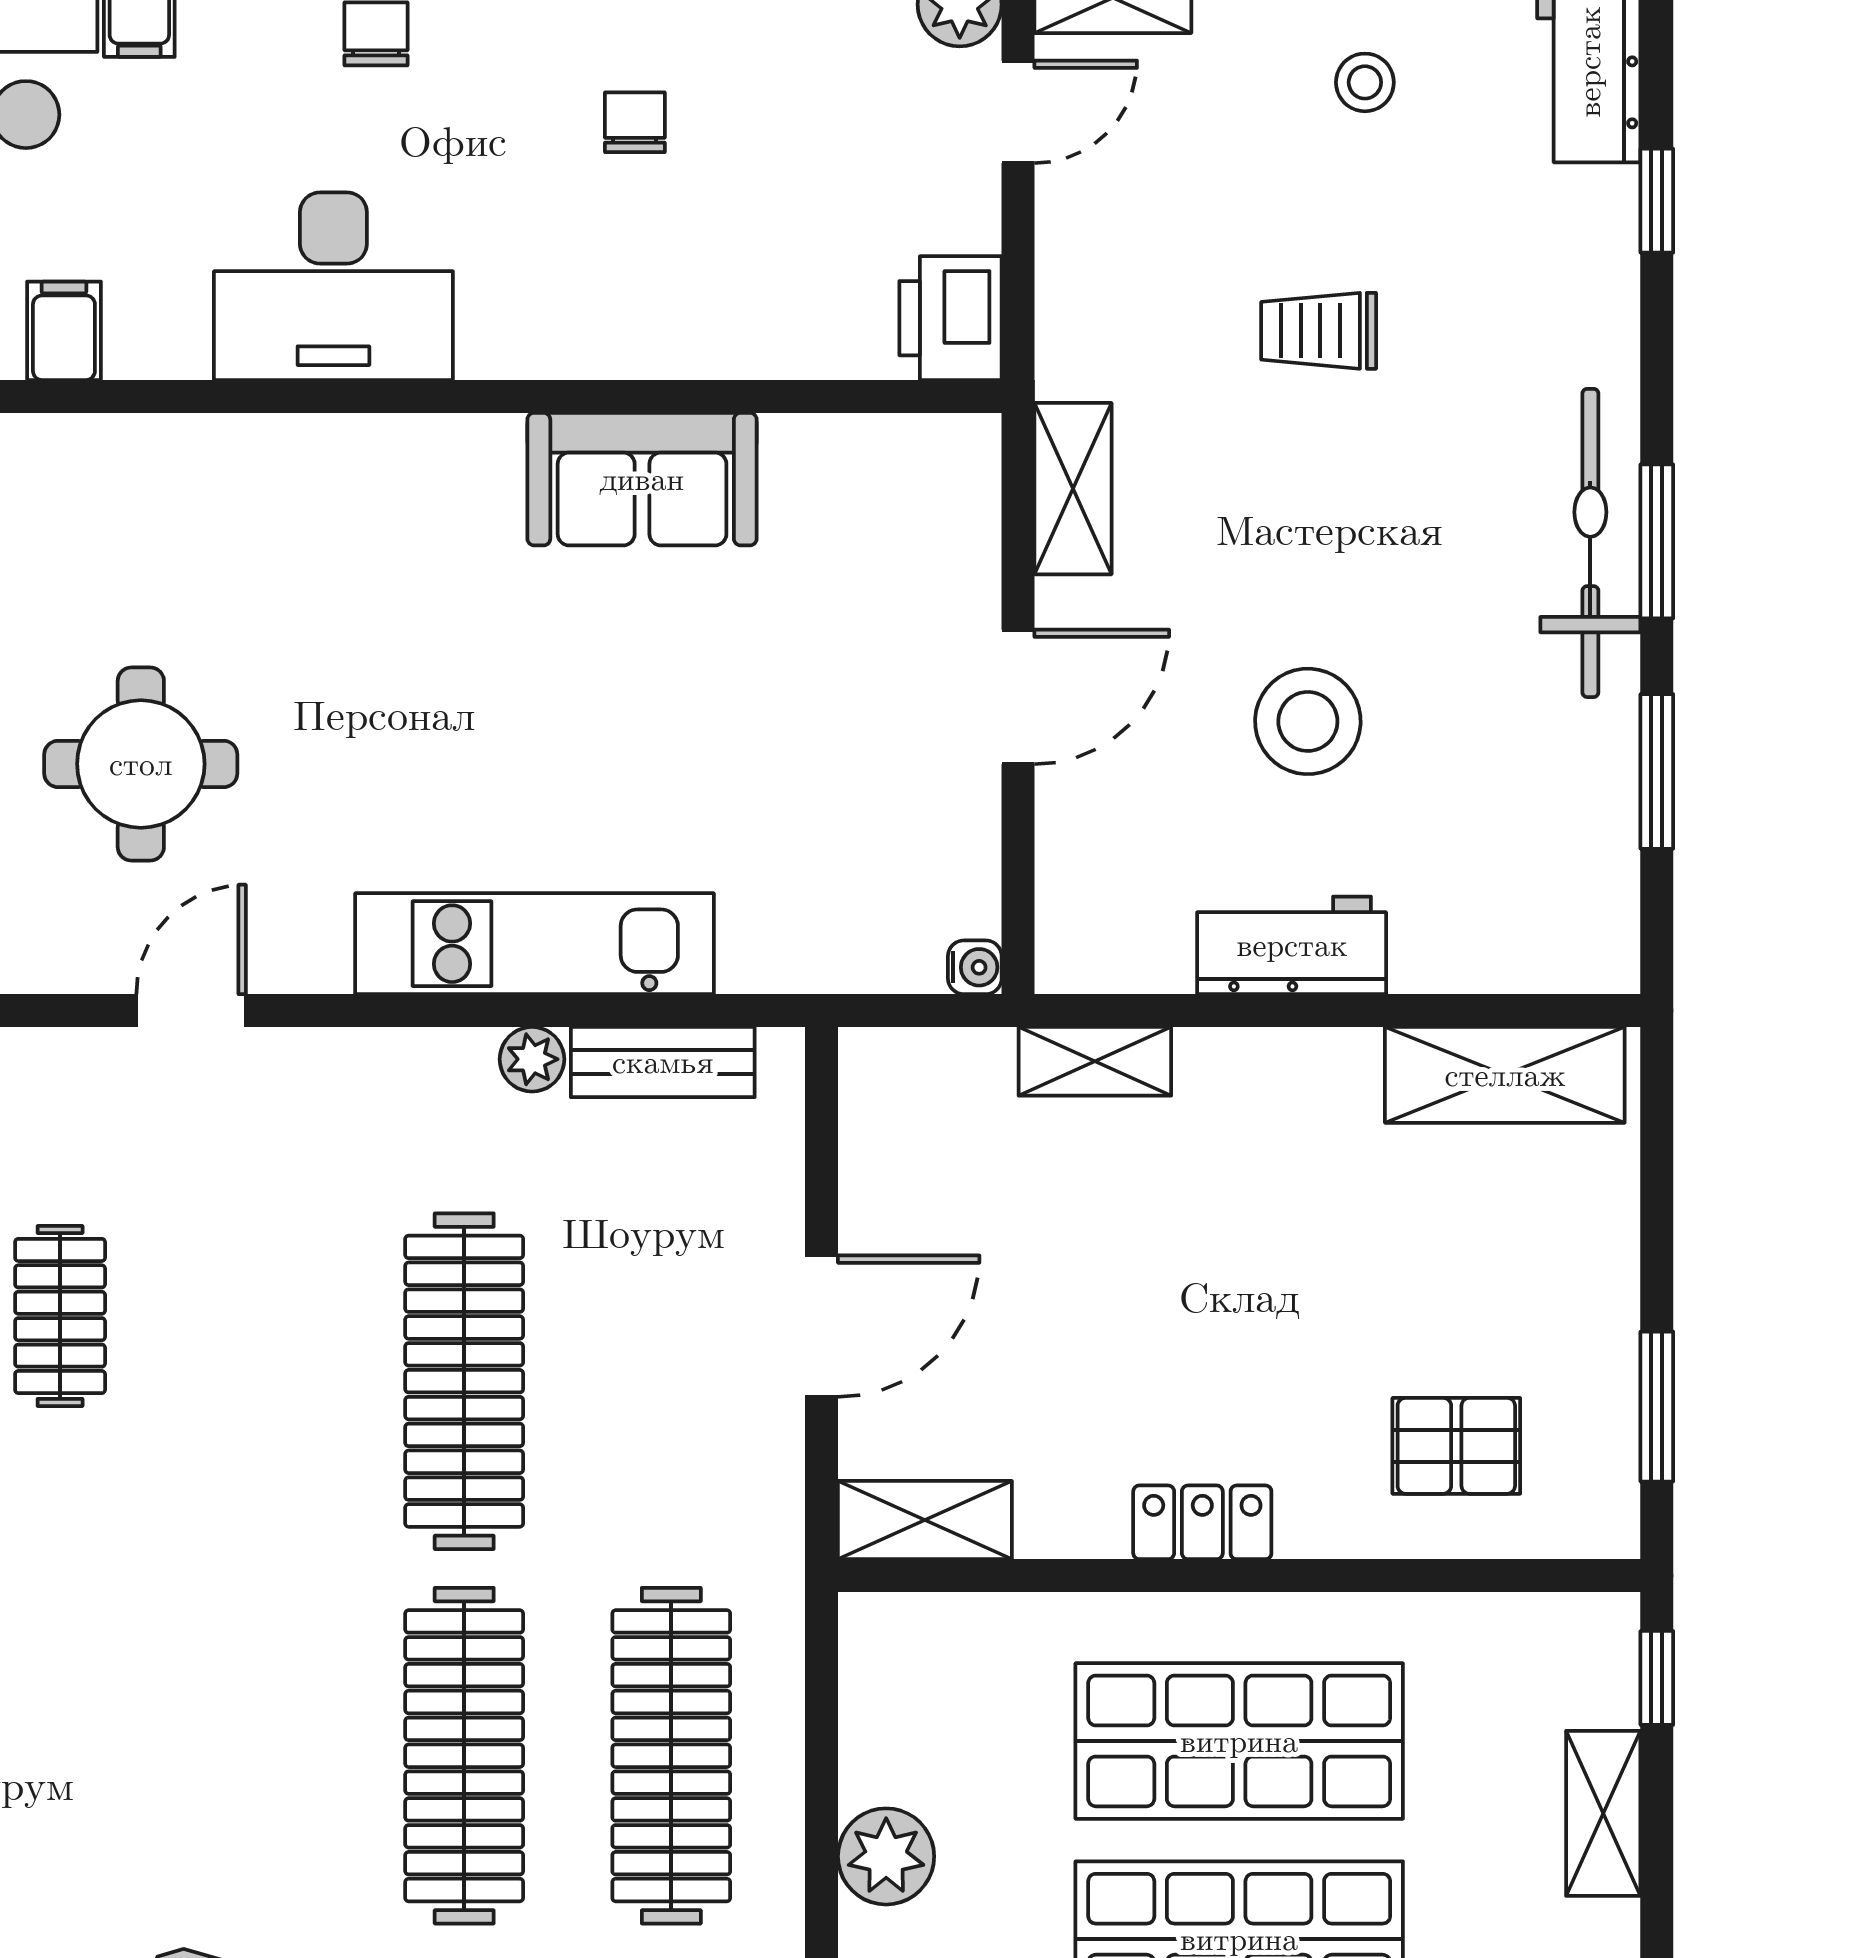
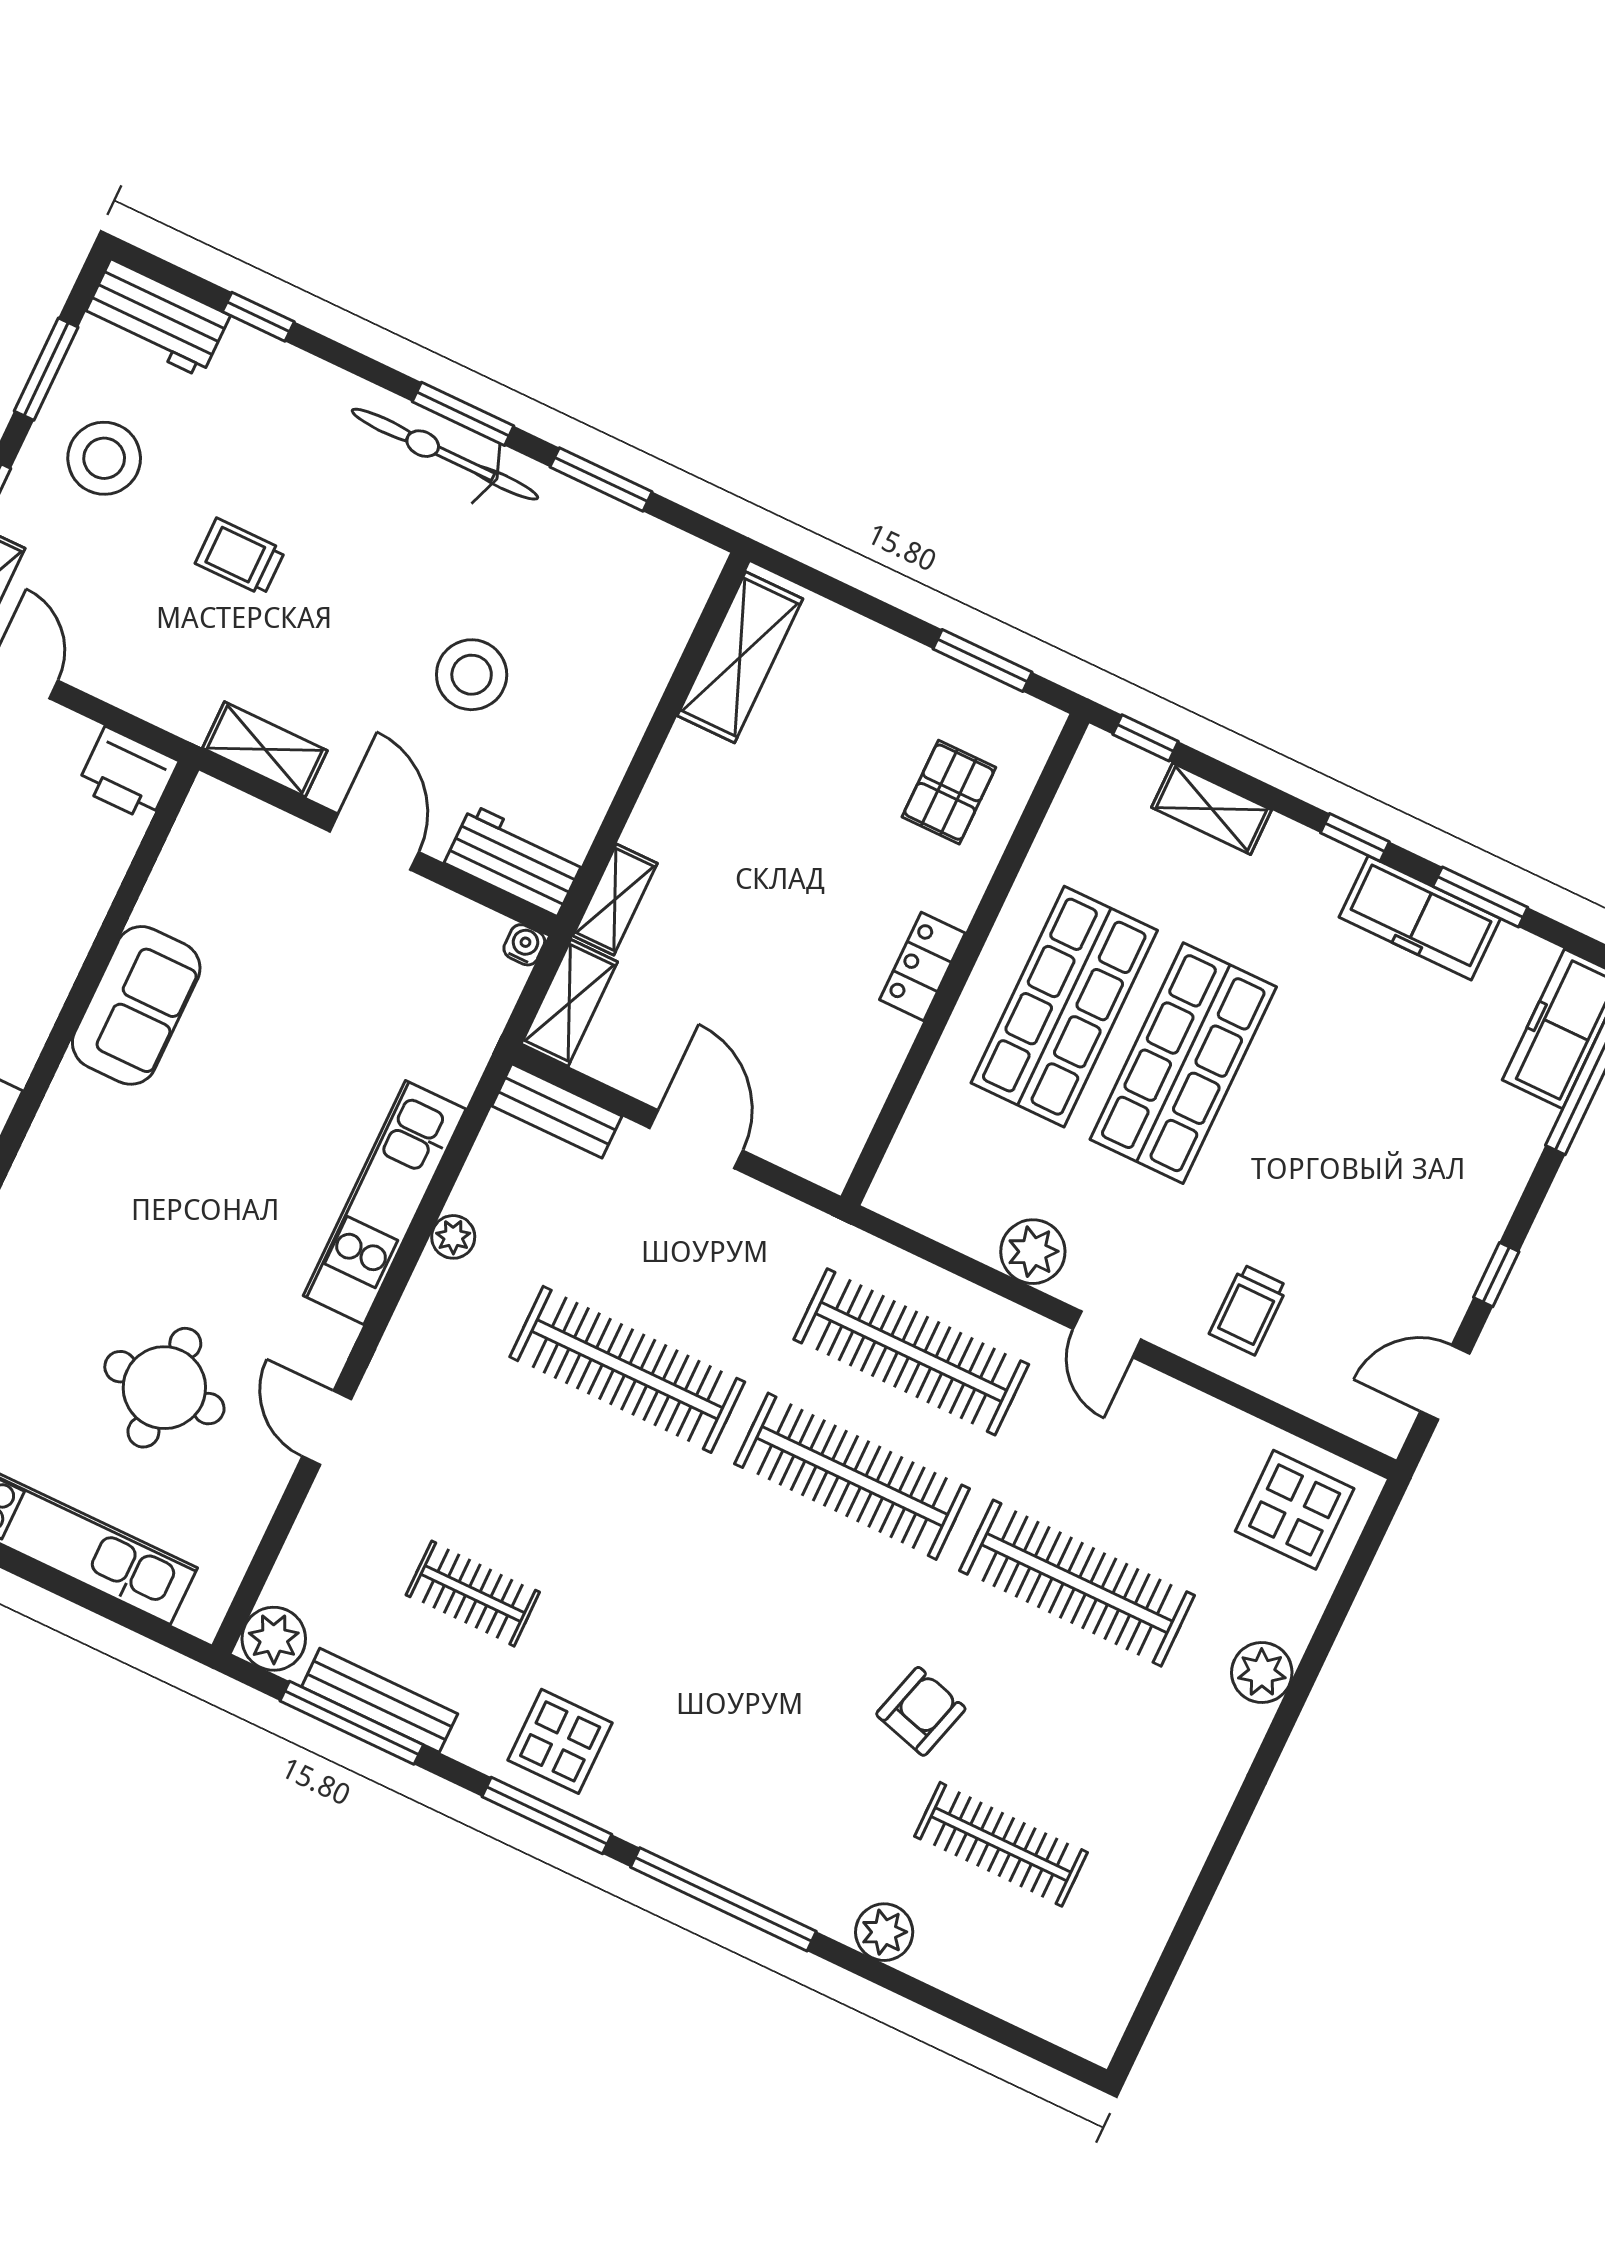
stool: (1365, 82) -> (104, 458), width x1.89, depth x1.89
trolley: (1319, 331) -> (240, 557), turned 90
workbench: (1292, 945) -> (515, 860), moved, turned 90
bench: (663, 1062) -> (557, 1111), moved, turned 90
shelving: (925, 1520) -> (569, 1003), moved

